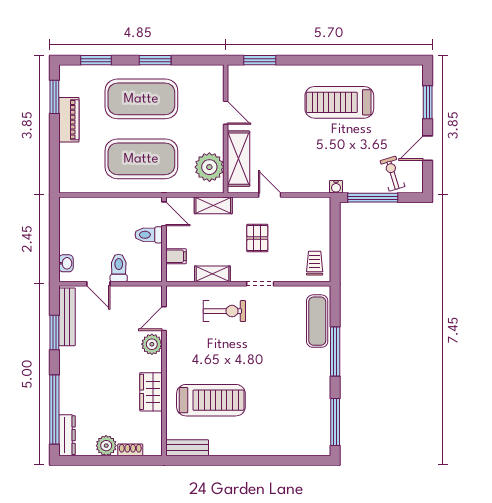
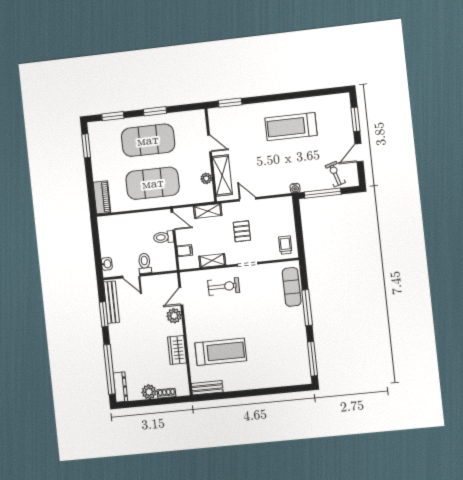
piano: (69, 120) -> (102, 197), moved
plant: (209, 167) -> (206, 178), width x0.53, depth x0.53

